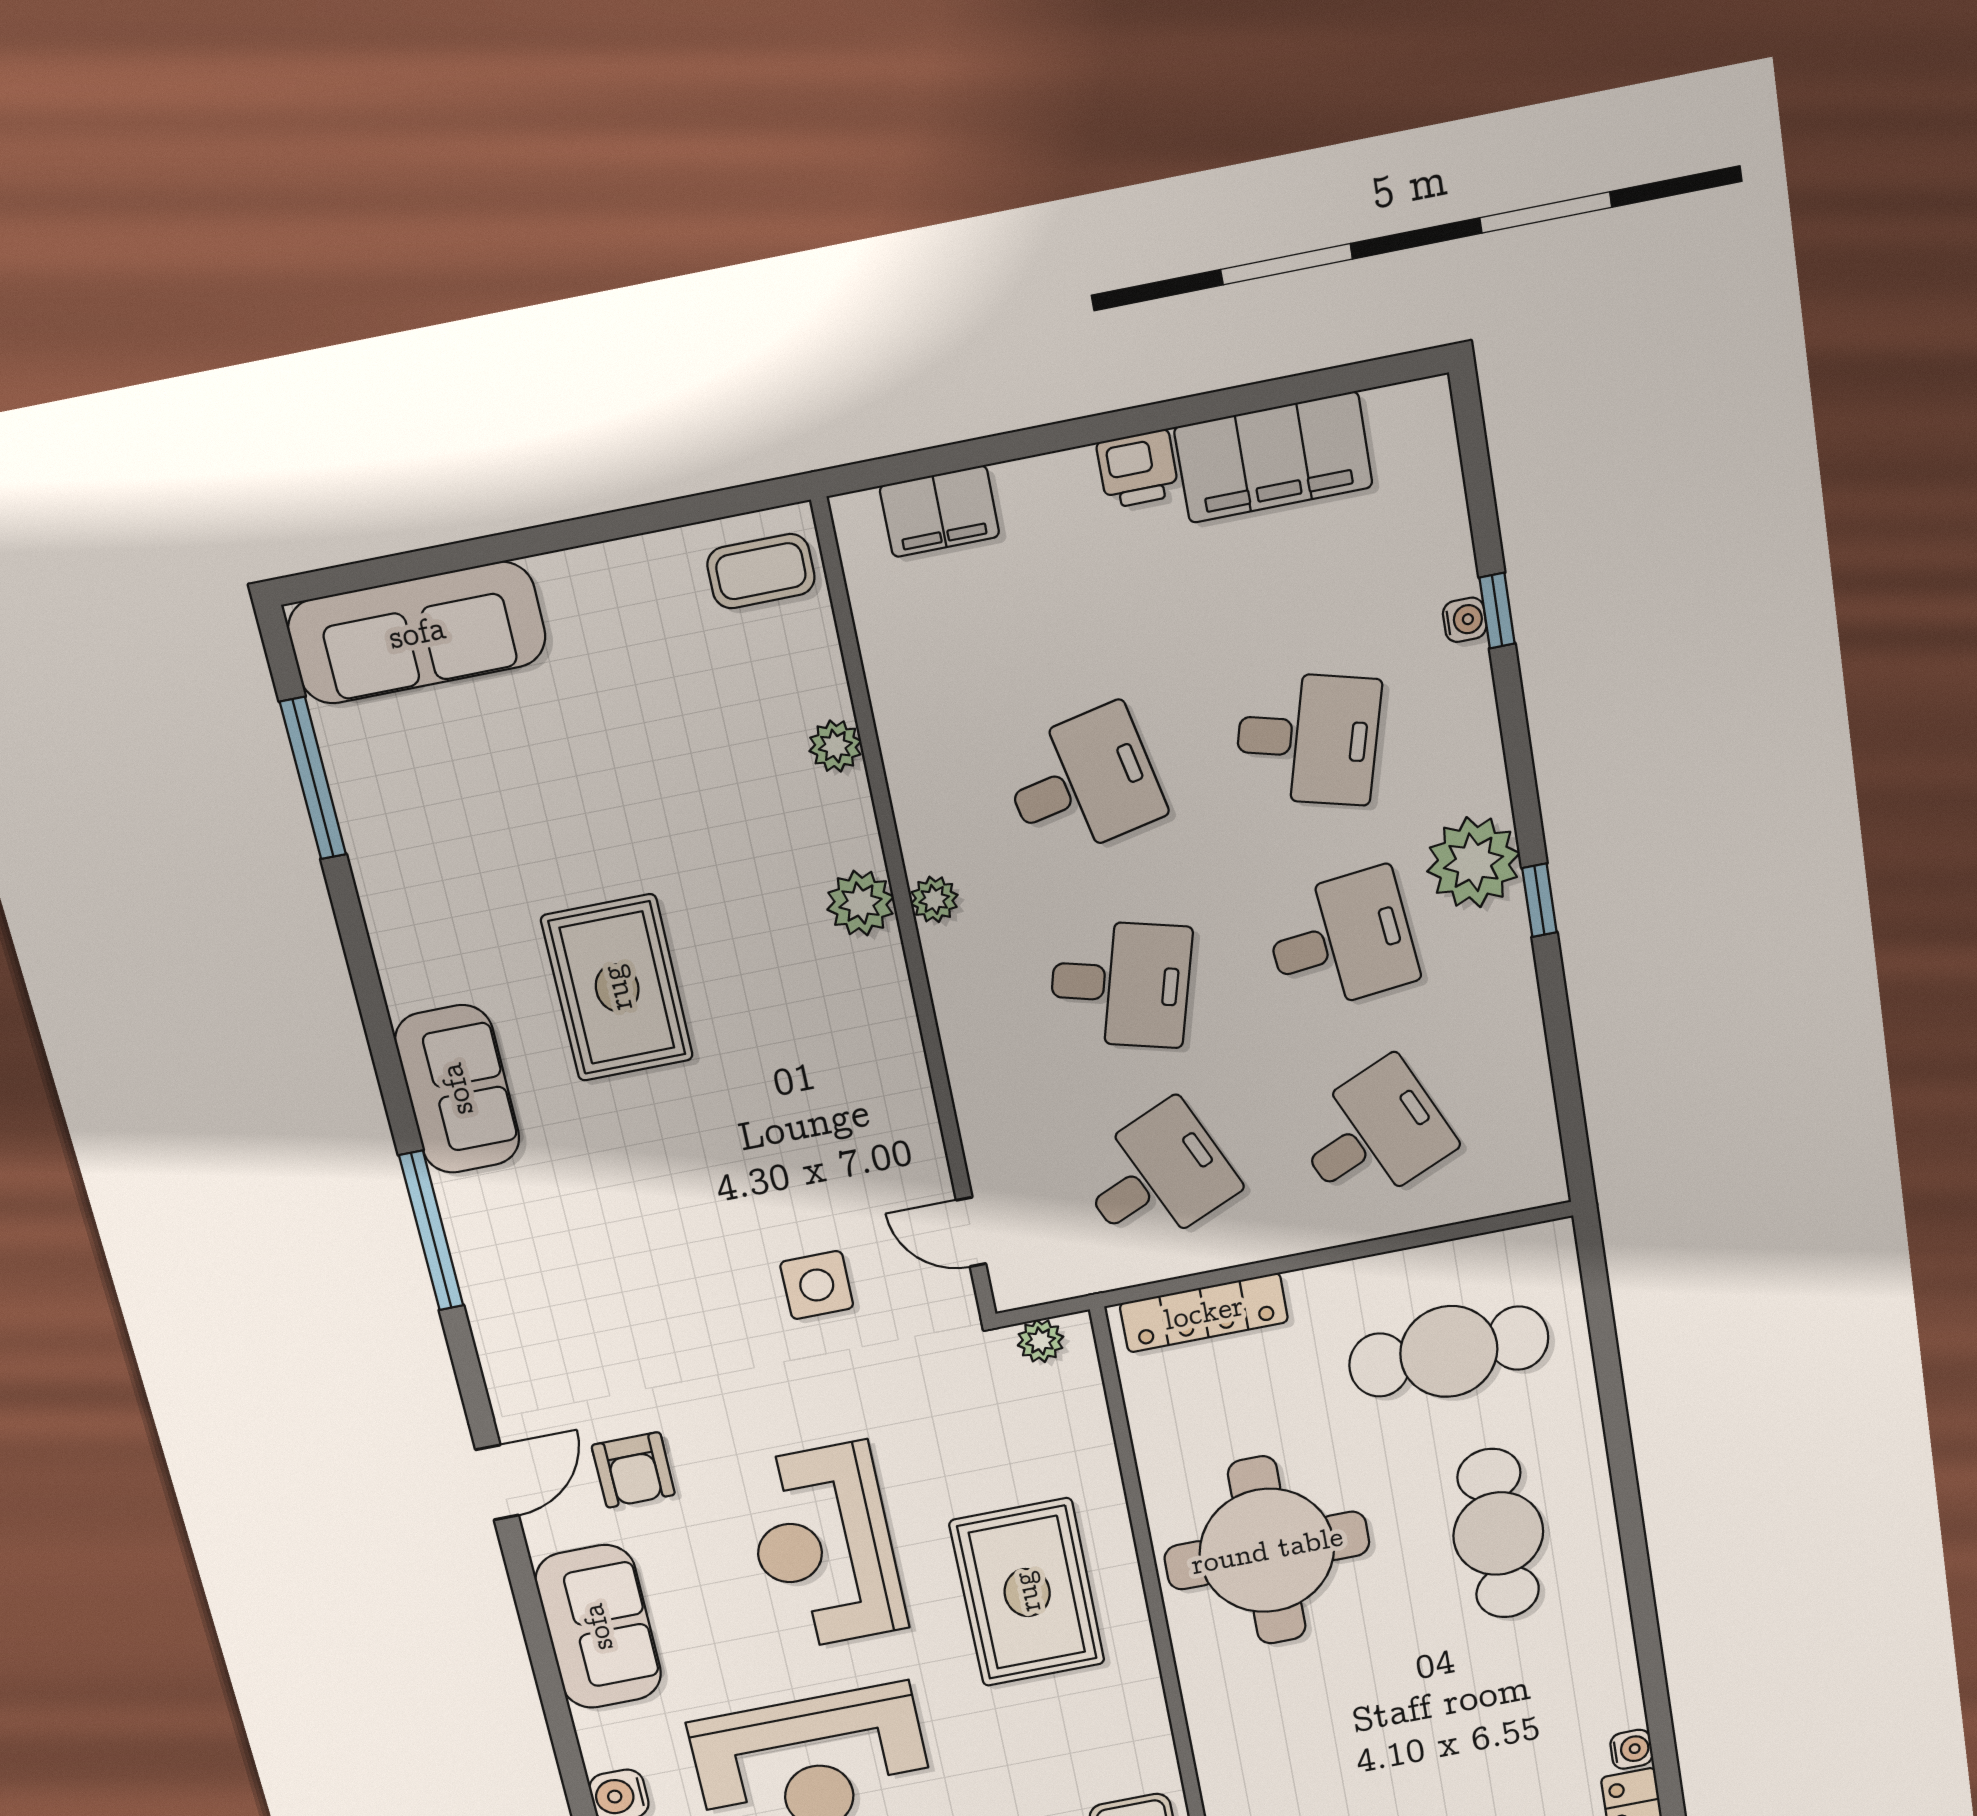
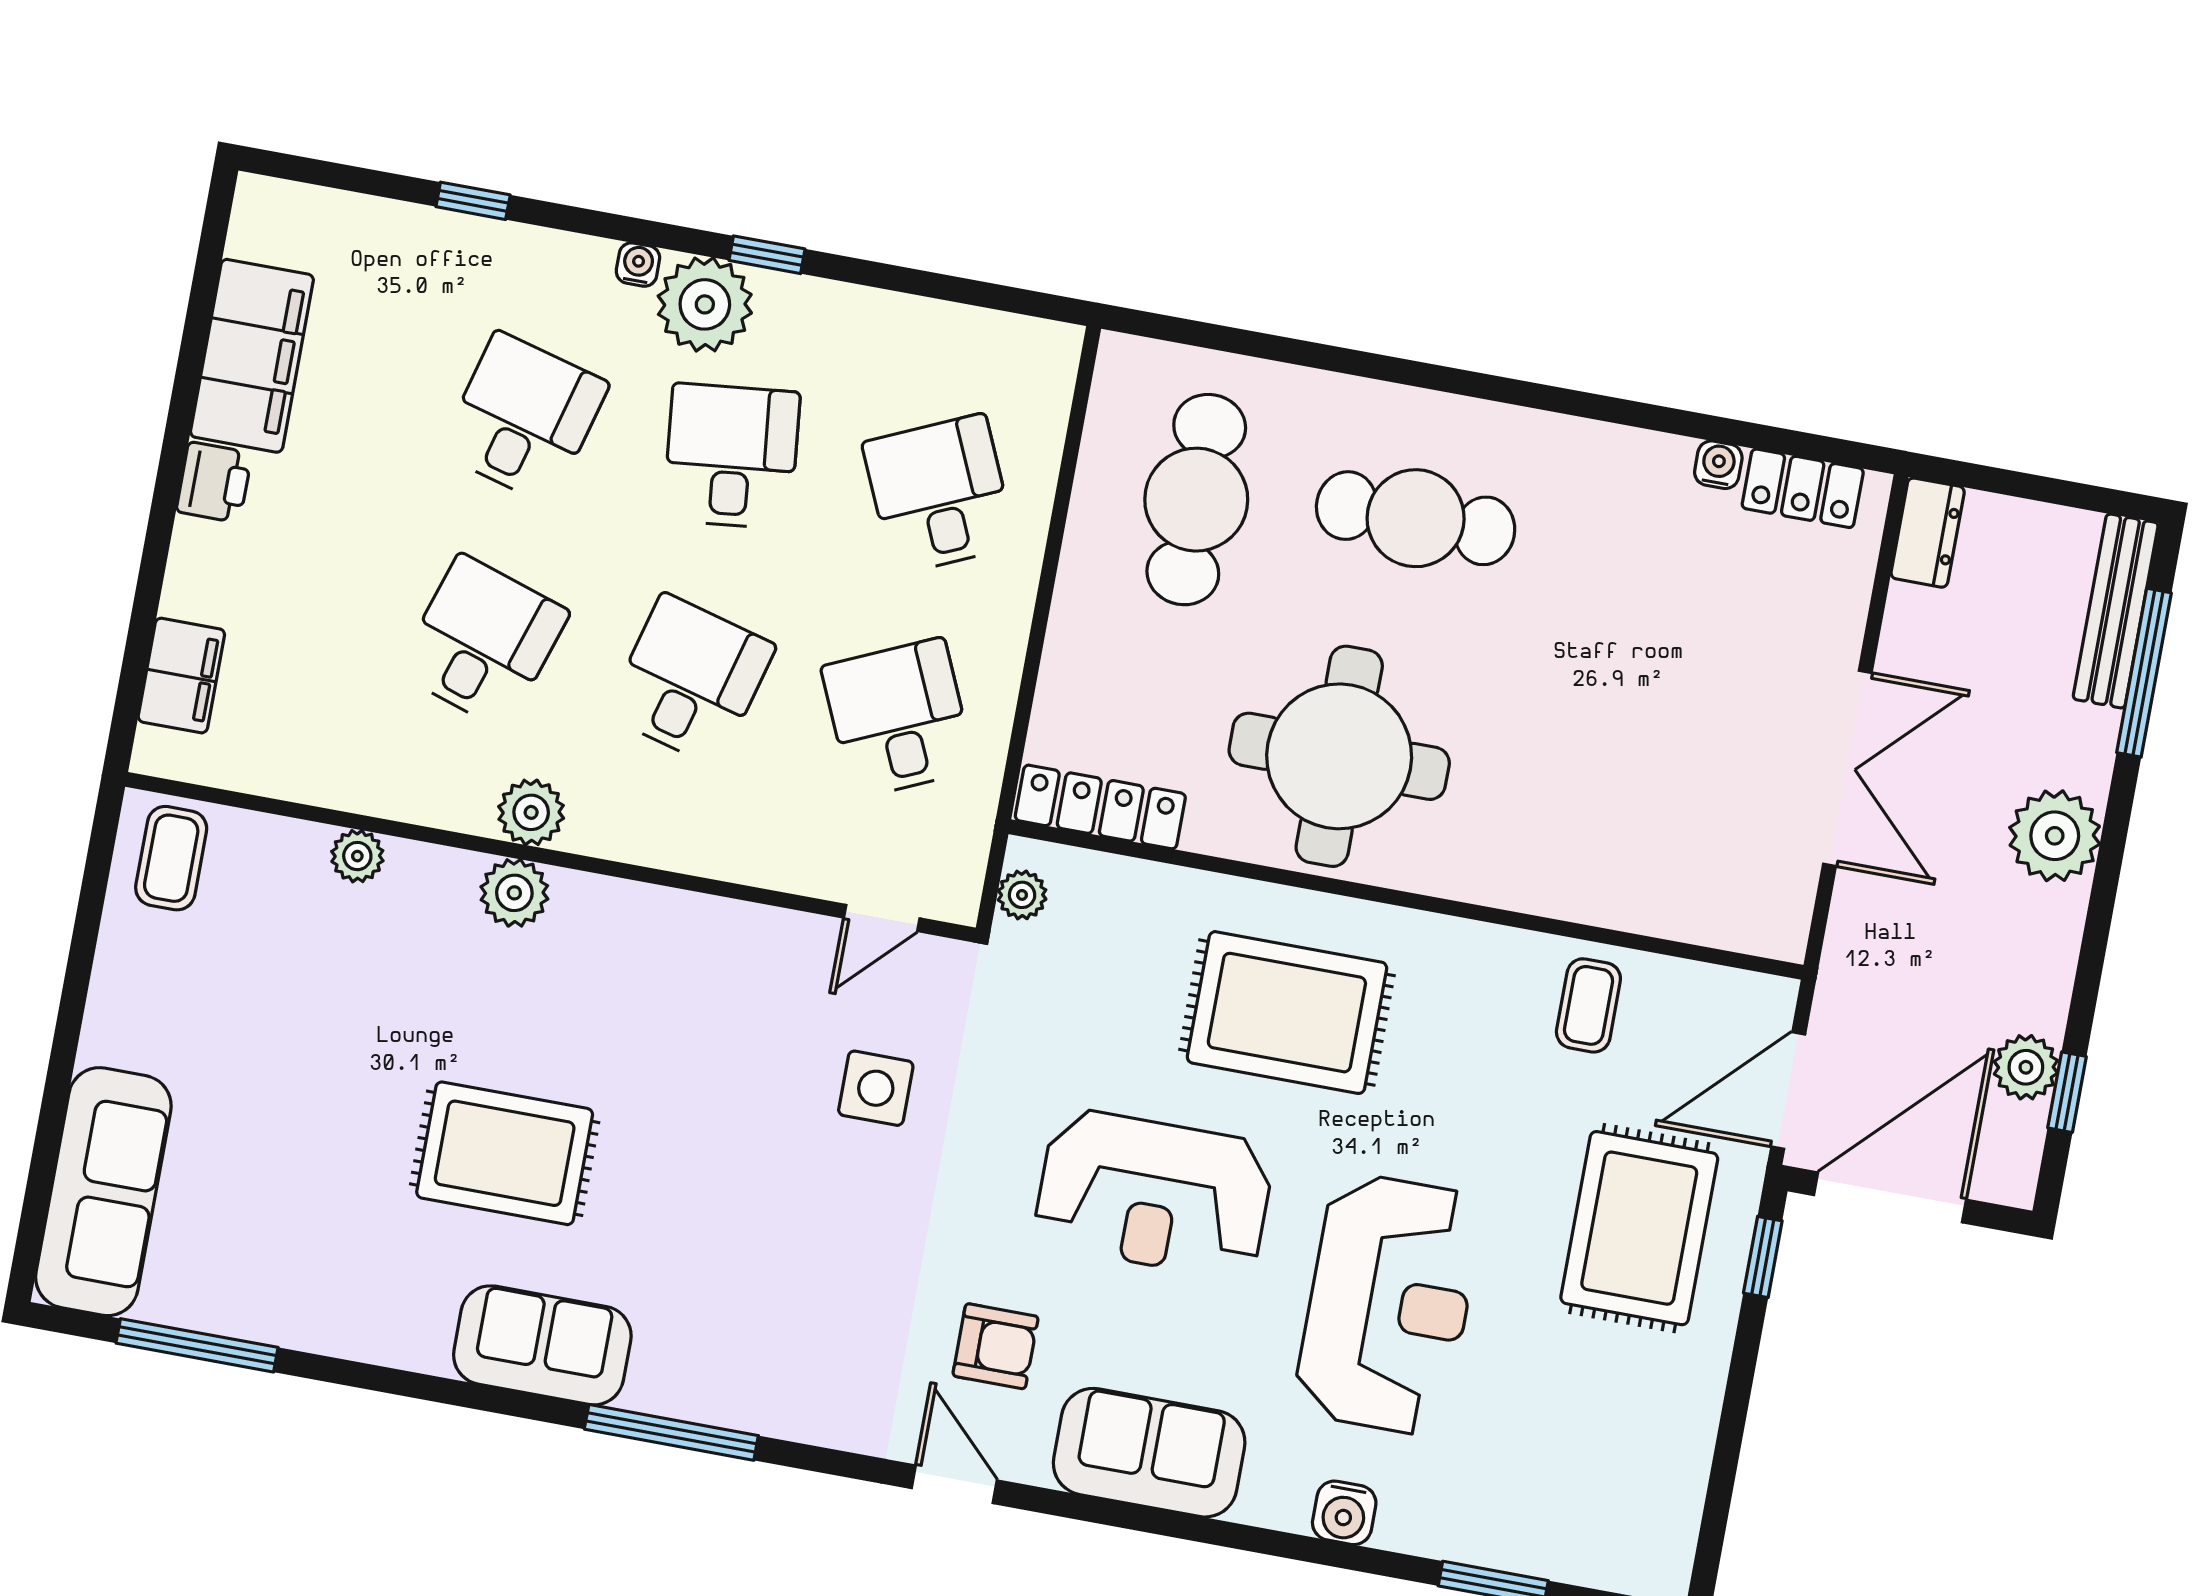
water cooler: (1465, 620) -> (638, 265), moved
desk: (1083, 783) -> (483, 642), turned 30
plant: (934, 899) -> (531, 812), width x1.38, depth x1.38
locker: (1204, 1313) -> (1100, 807), moved, turned -90

